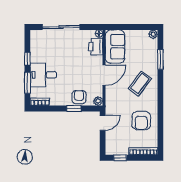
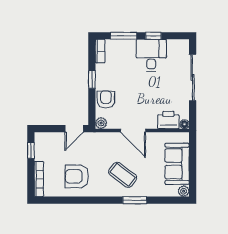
sofa: (115, 47) -> (177, 164), moved, turned 90
window: (160, 60) -> (135, 200), moved
desk: (43, 75) -> (151, 55), moved
armchair: (79, 97) -> (106, 100), turned -90
window: (74, 108) -> (92, 79), moved
door: (103, 123) -> (74, 129), hinge flipped

